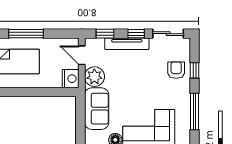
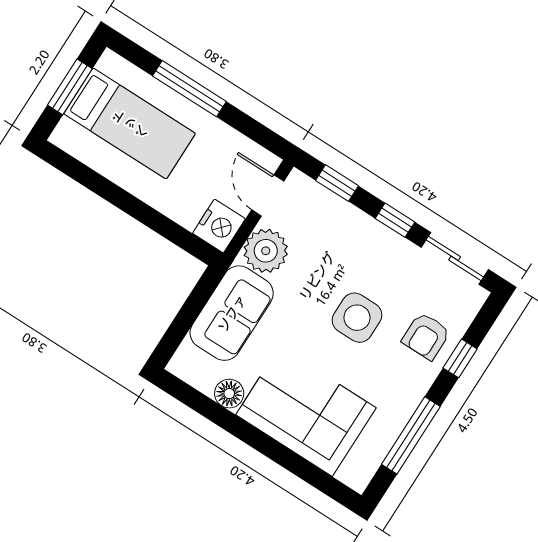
tv unit: (127, 44) -> (366, 228), removed
armchair: (176, 70) -> (426, 336), turned 180
side table: (145, 80) -> (357, 318), added

